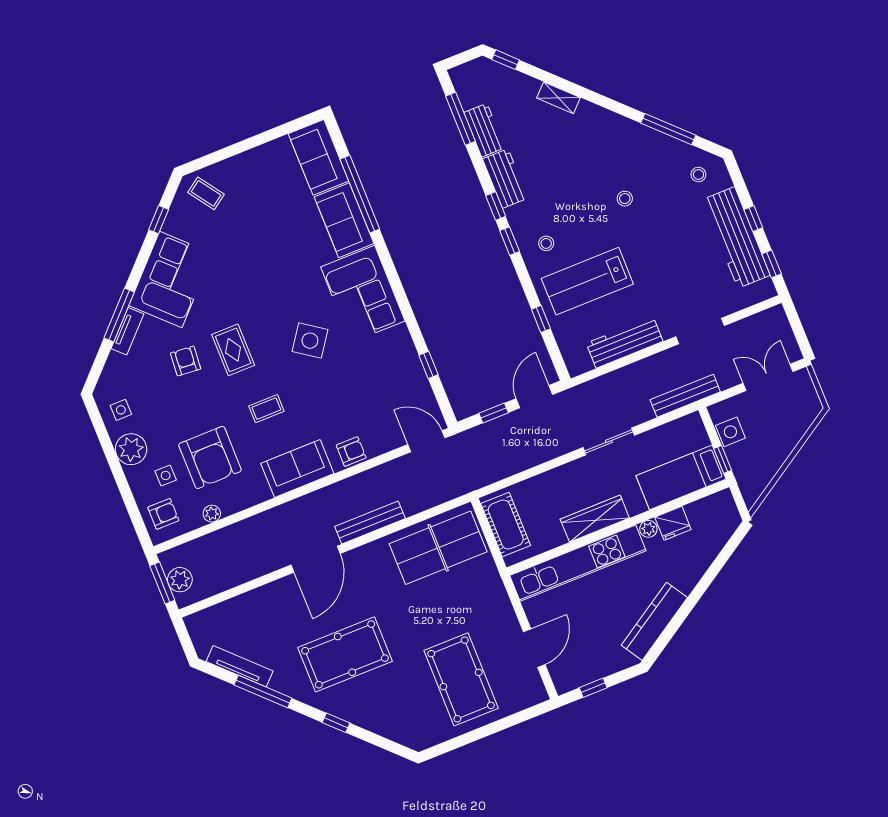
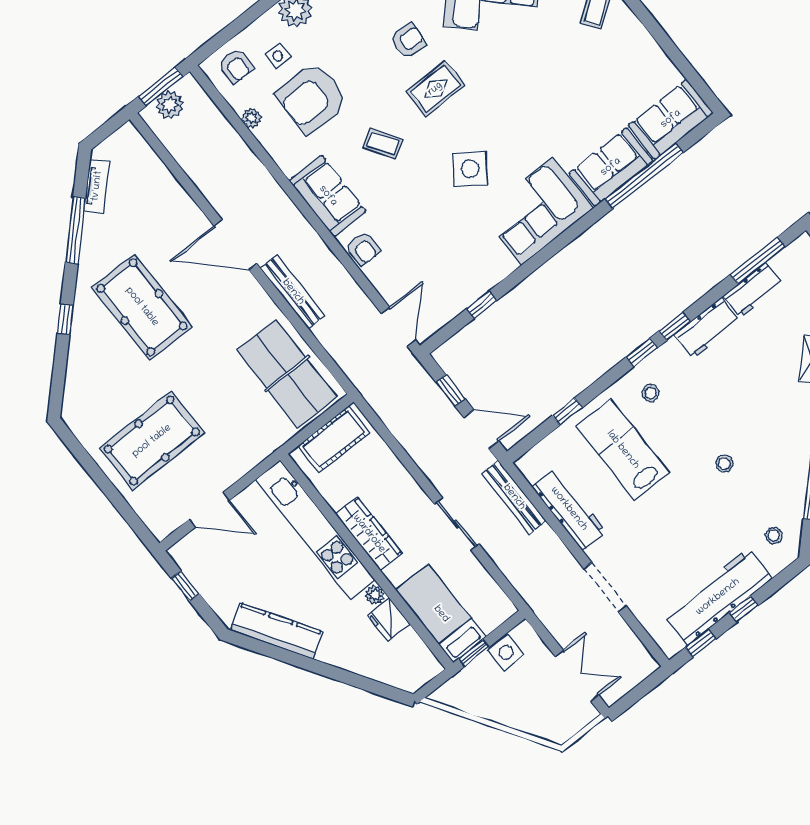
bench: (685, 396) -> (514, 497), moved
coffee table: (266, 409) -> (383, 143), turned -33
tv unit: (240, 666) -> (97, 186), width x0.71

